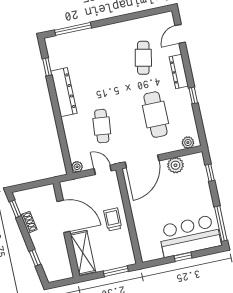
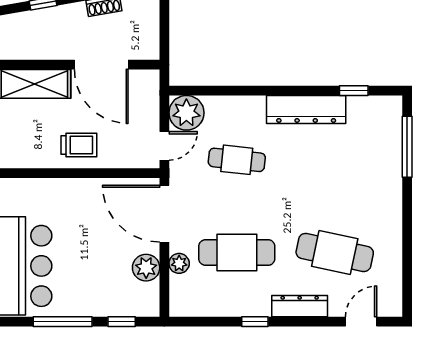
door: (180, 34) -> (361, 322), hinge flipped
cafe table: (143, 58) -> (335, 253), width x1.37, depth x1.35
plant: (188, 143) -> (179, 263), moved
plant: (77, 167) -> (186, 113), width x1.87, depth x1.87
door: (63, 216) -> (101, 65), hinge flipped
window: (221, 224) -> (63, 322), moved

